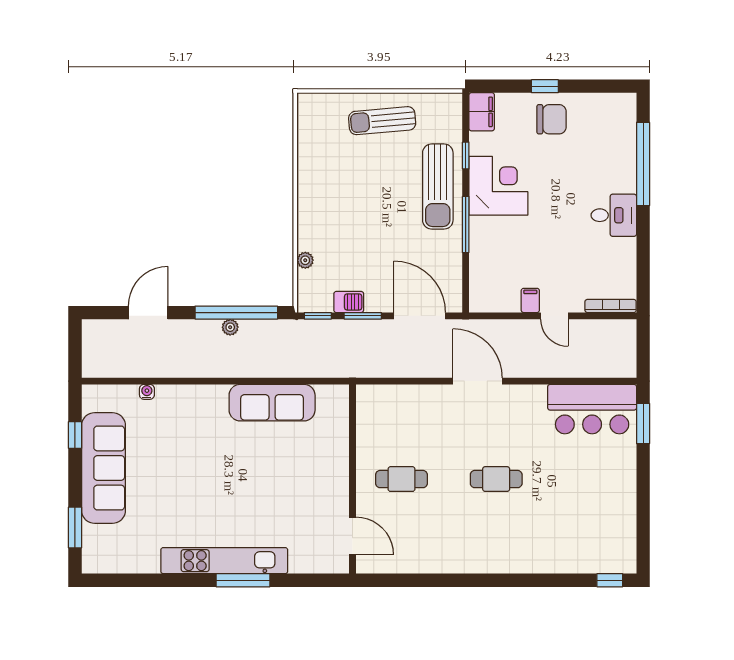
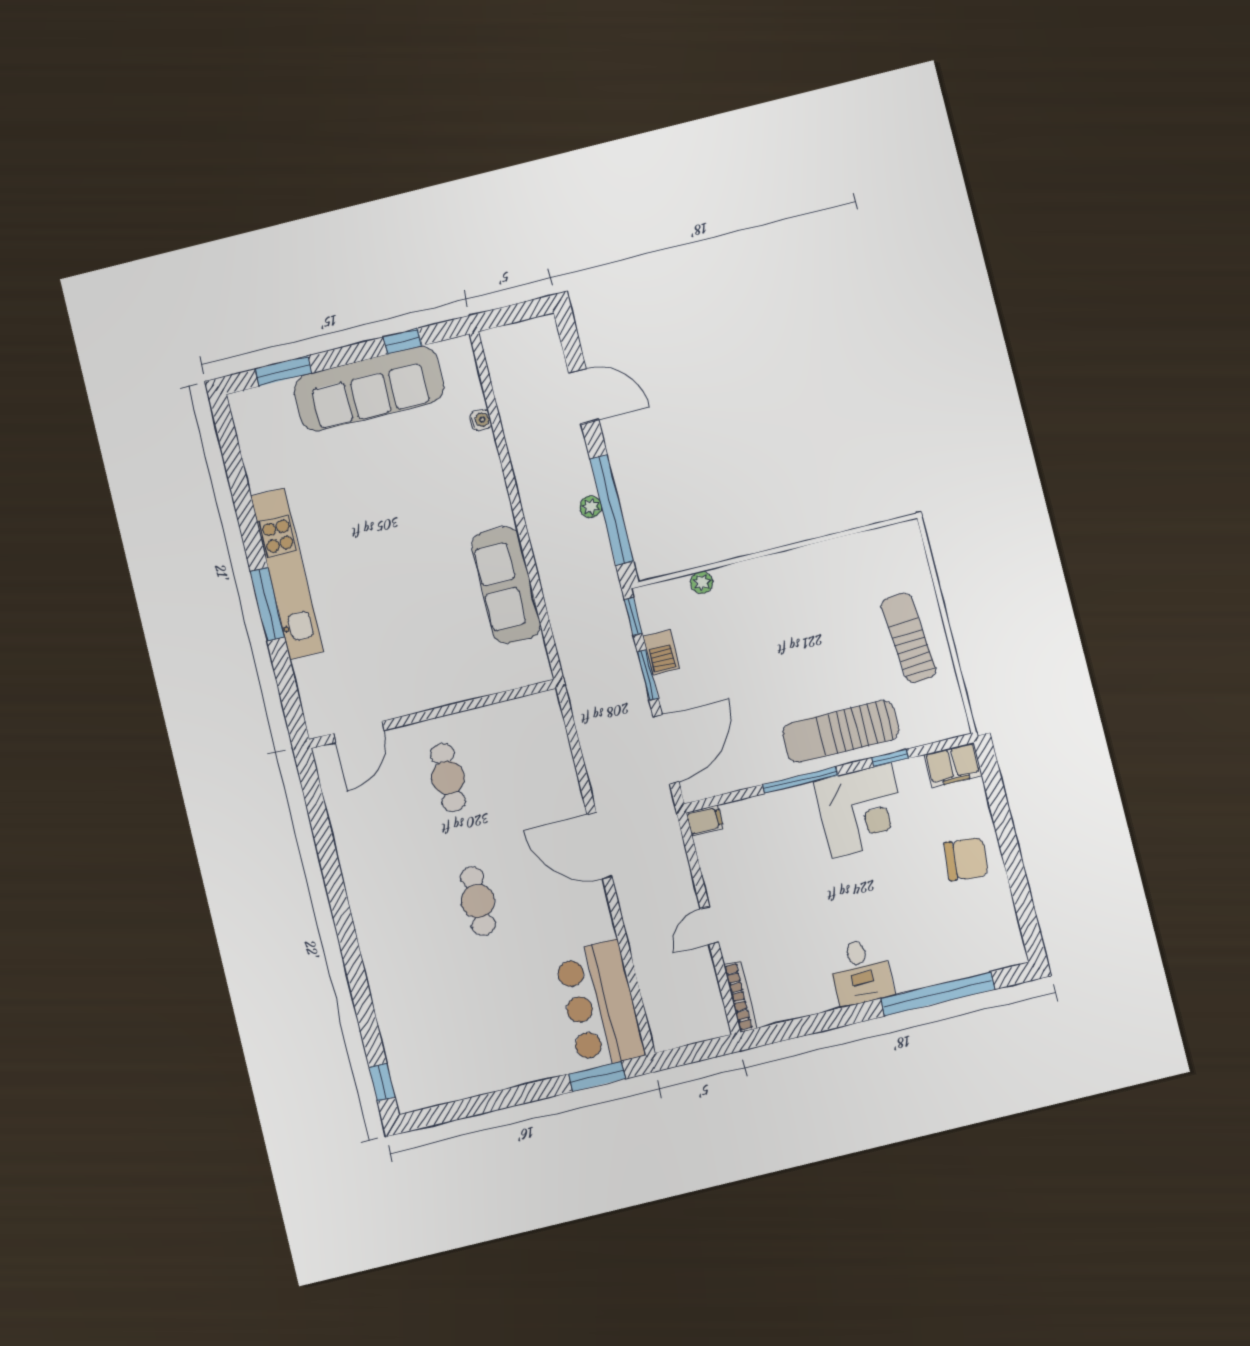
window: (545, 86) -> (1007, 840), removed
chair: (552, 119) -> (966, 859), turned -84
filing cabinet: (530, 300) -> (705, 821), moved
door: (478, 381) -> (599, 846), swing flipped

